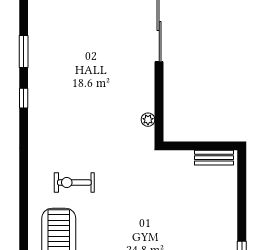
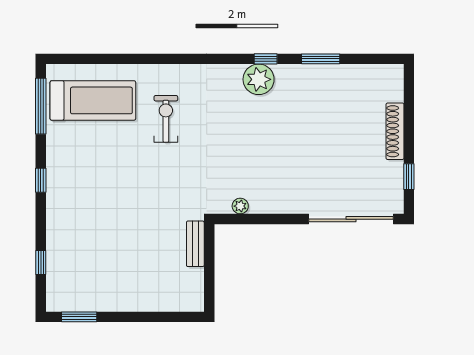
plant: (41, 104) -> (259, 79), added
bench: (214, 158) -> (195, 244), moved

